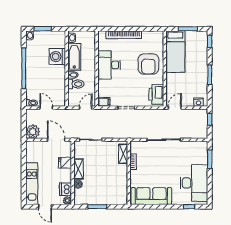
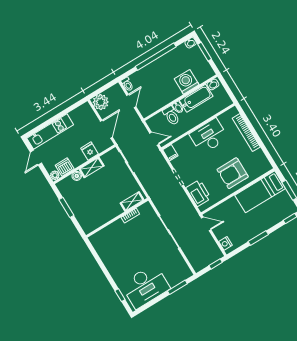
printer: (156, 94) -> (199, 193), moved, turned 90
sofa: (151, 196) -> (108, 253), removed

